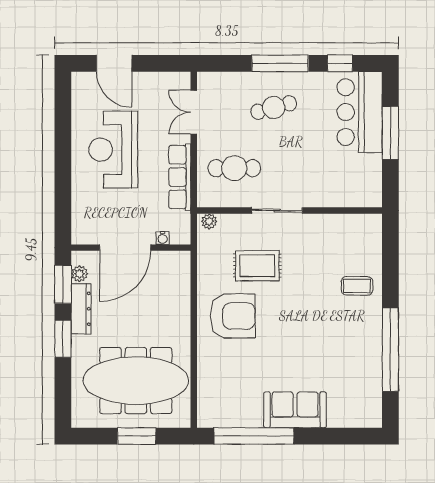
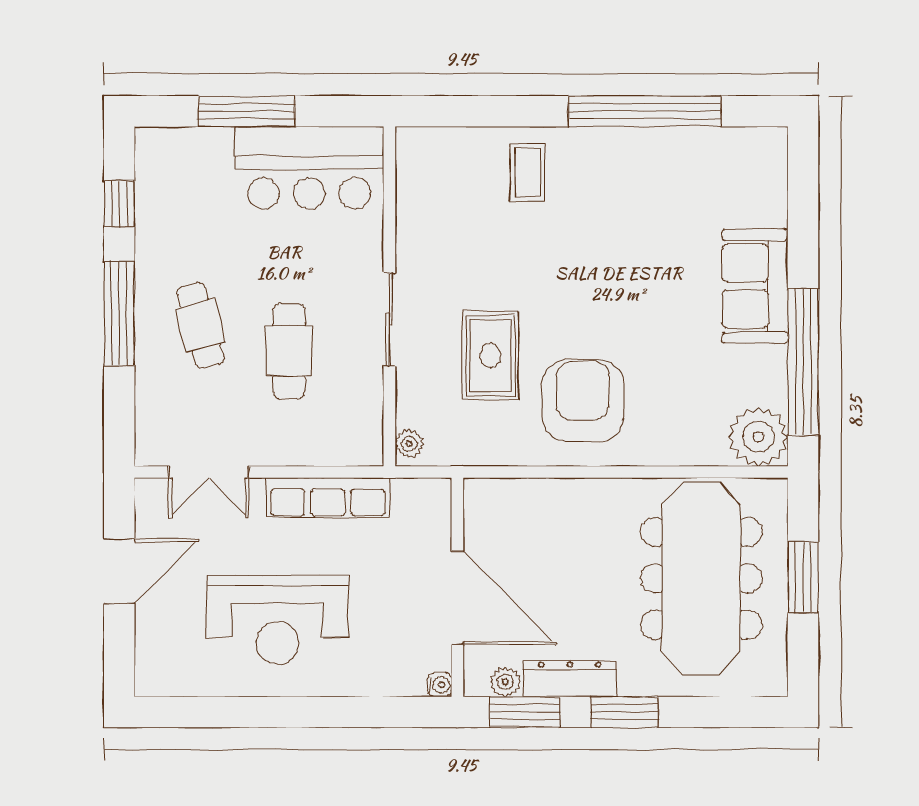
door: (114, 63) -> (119, 571), moved
bar counter: (360, 112) -> (309, 168), moved
cafe table: (234, 168) -> (289, 351), moved
water cooler: (163, 238) -> (440, 685), moved
plant: (213, 412) -> (758, 437), added

